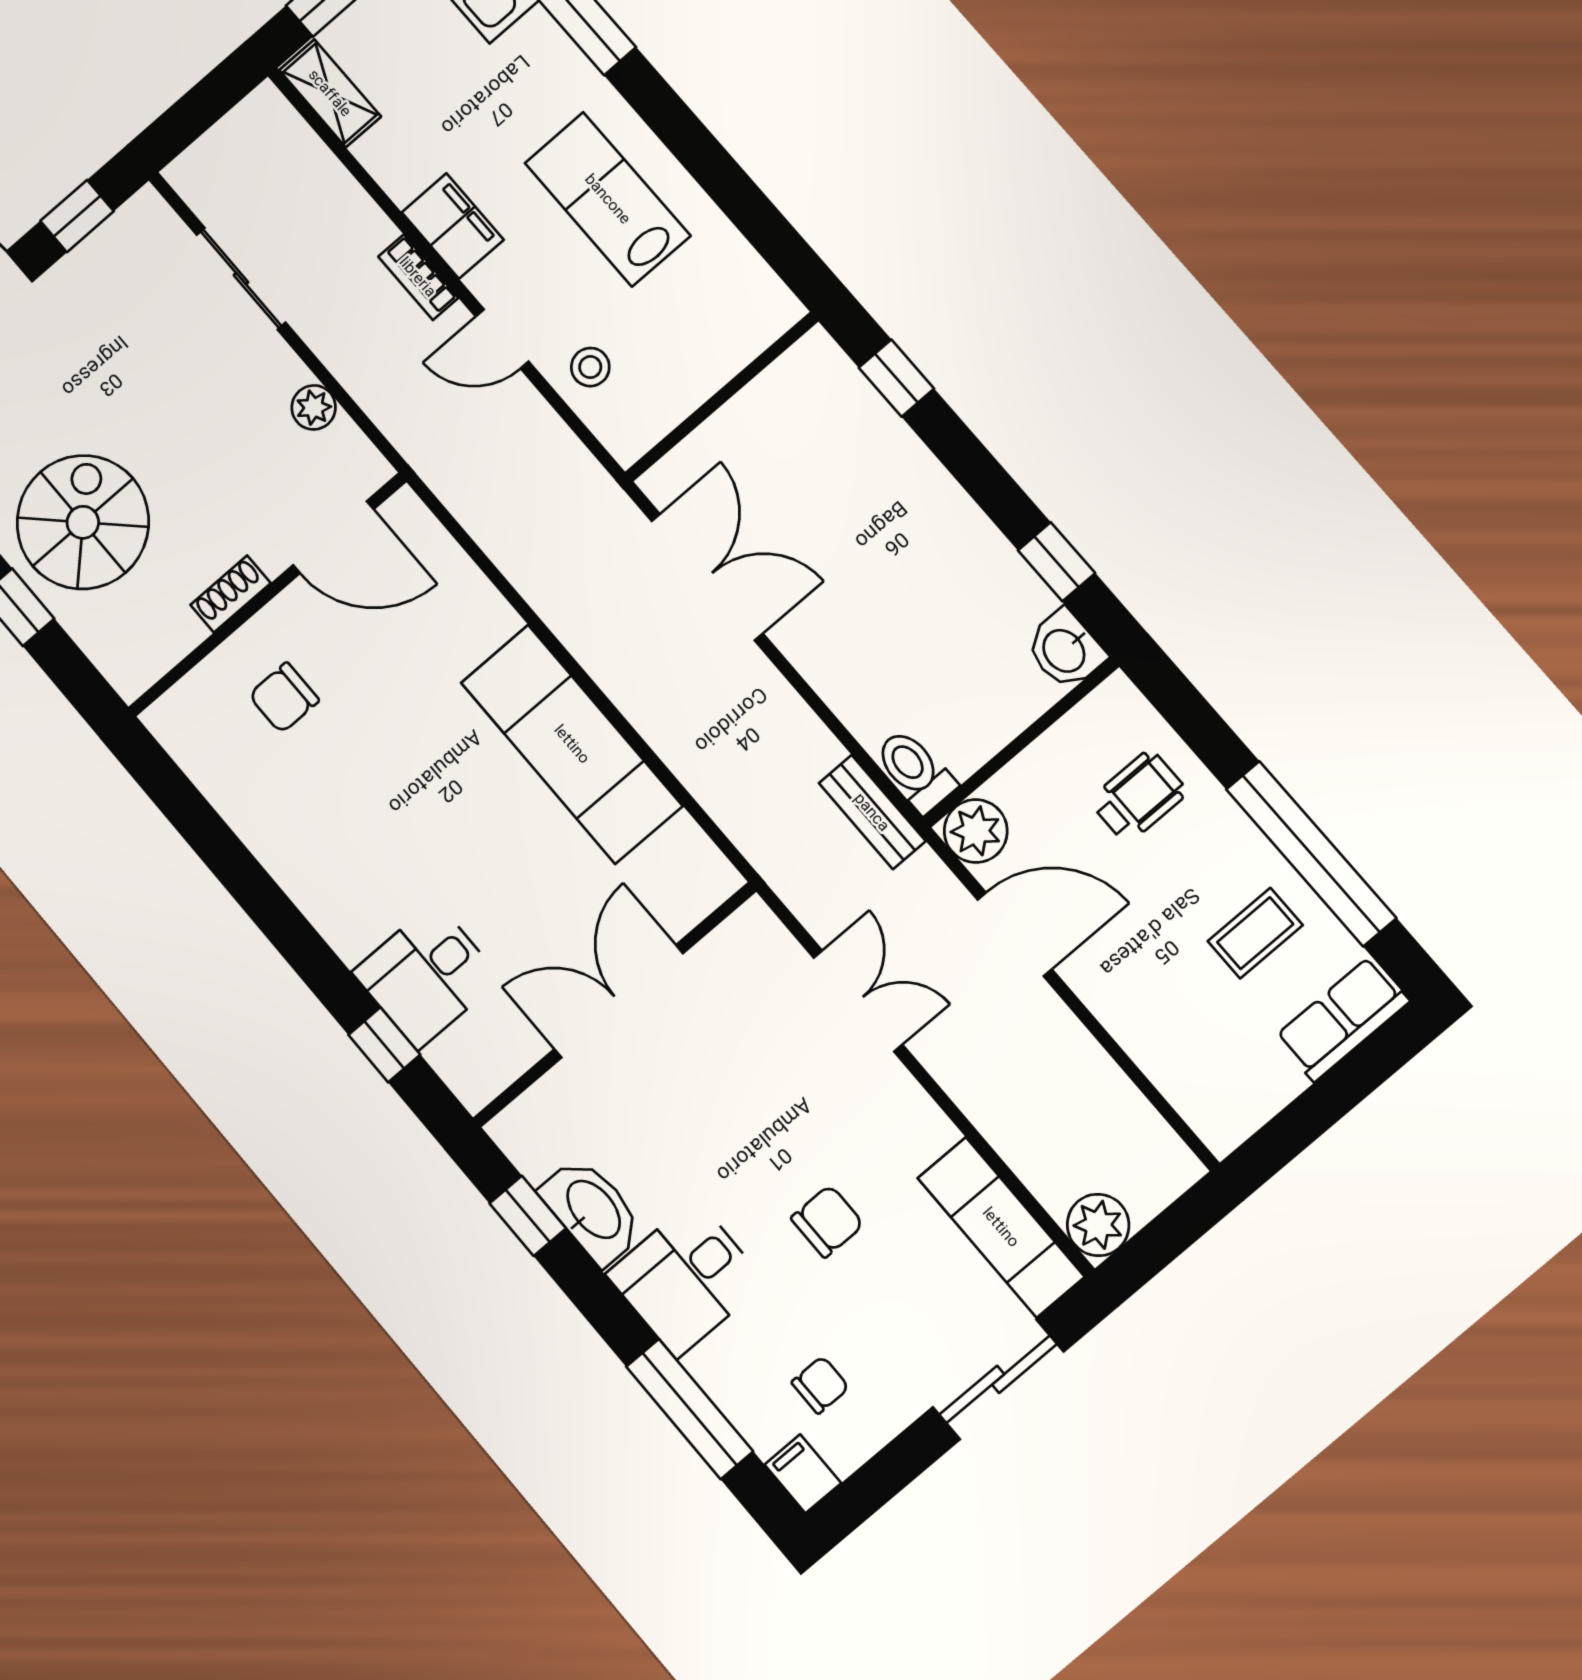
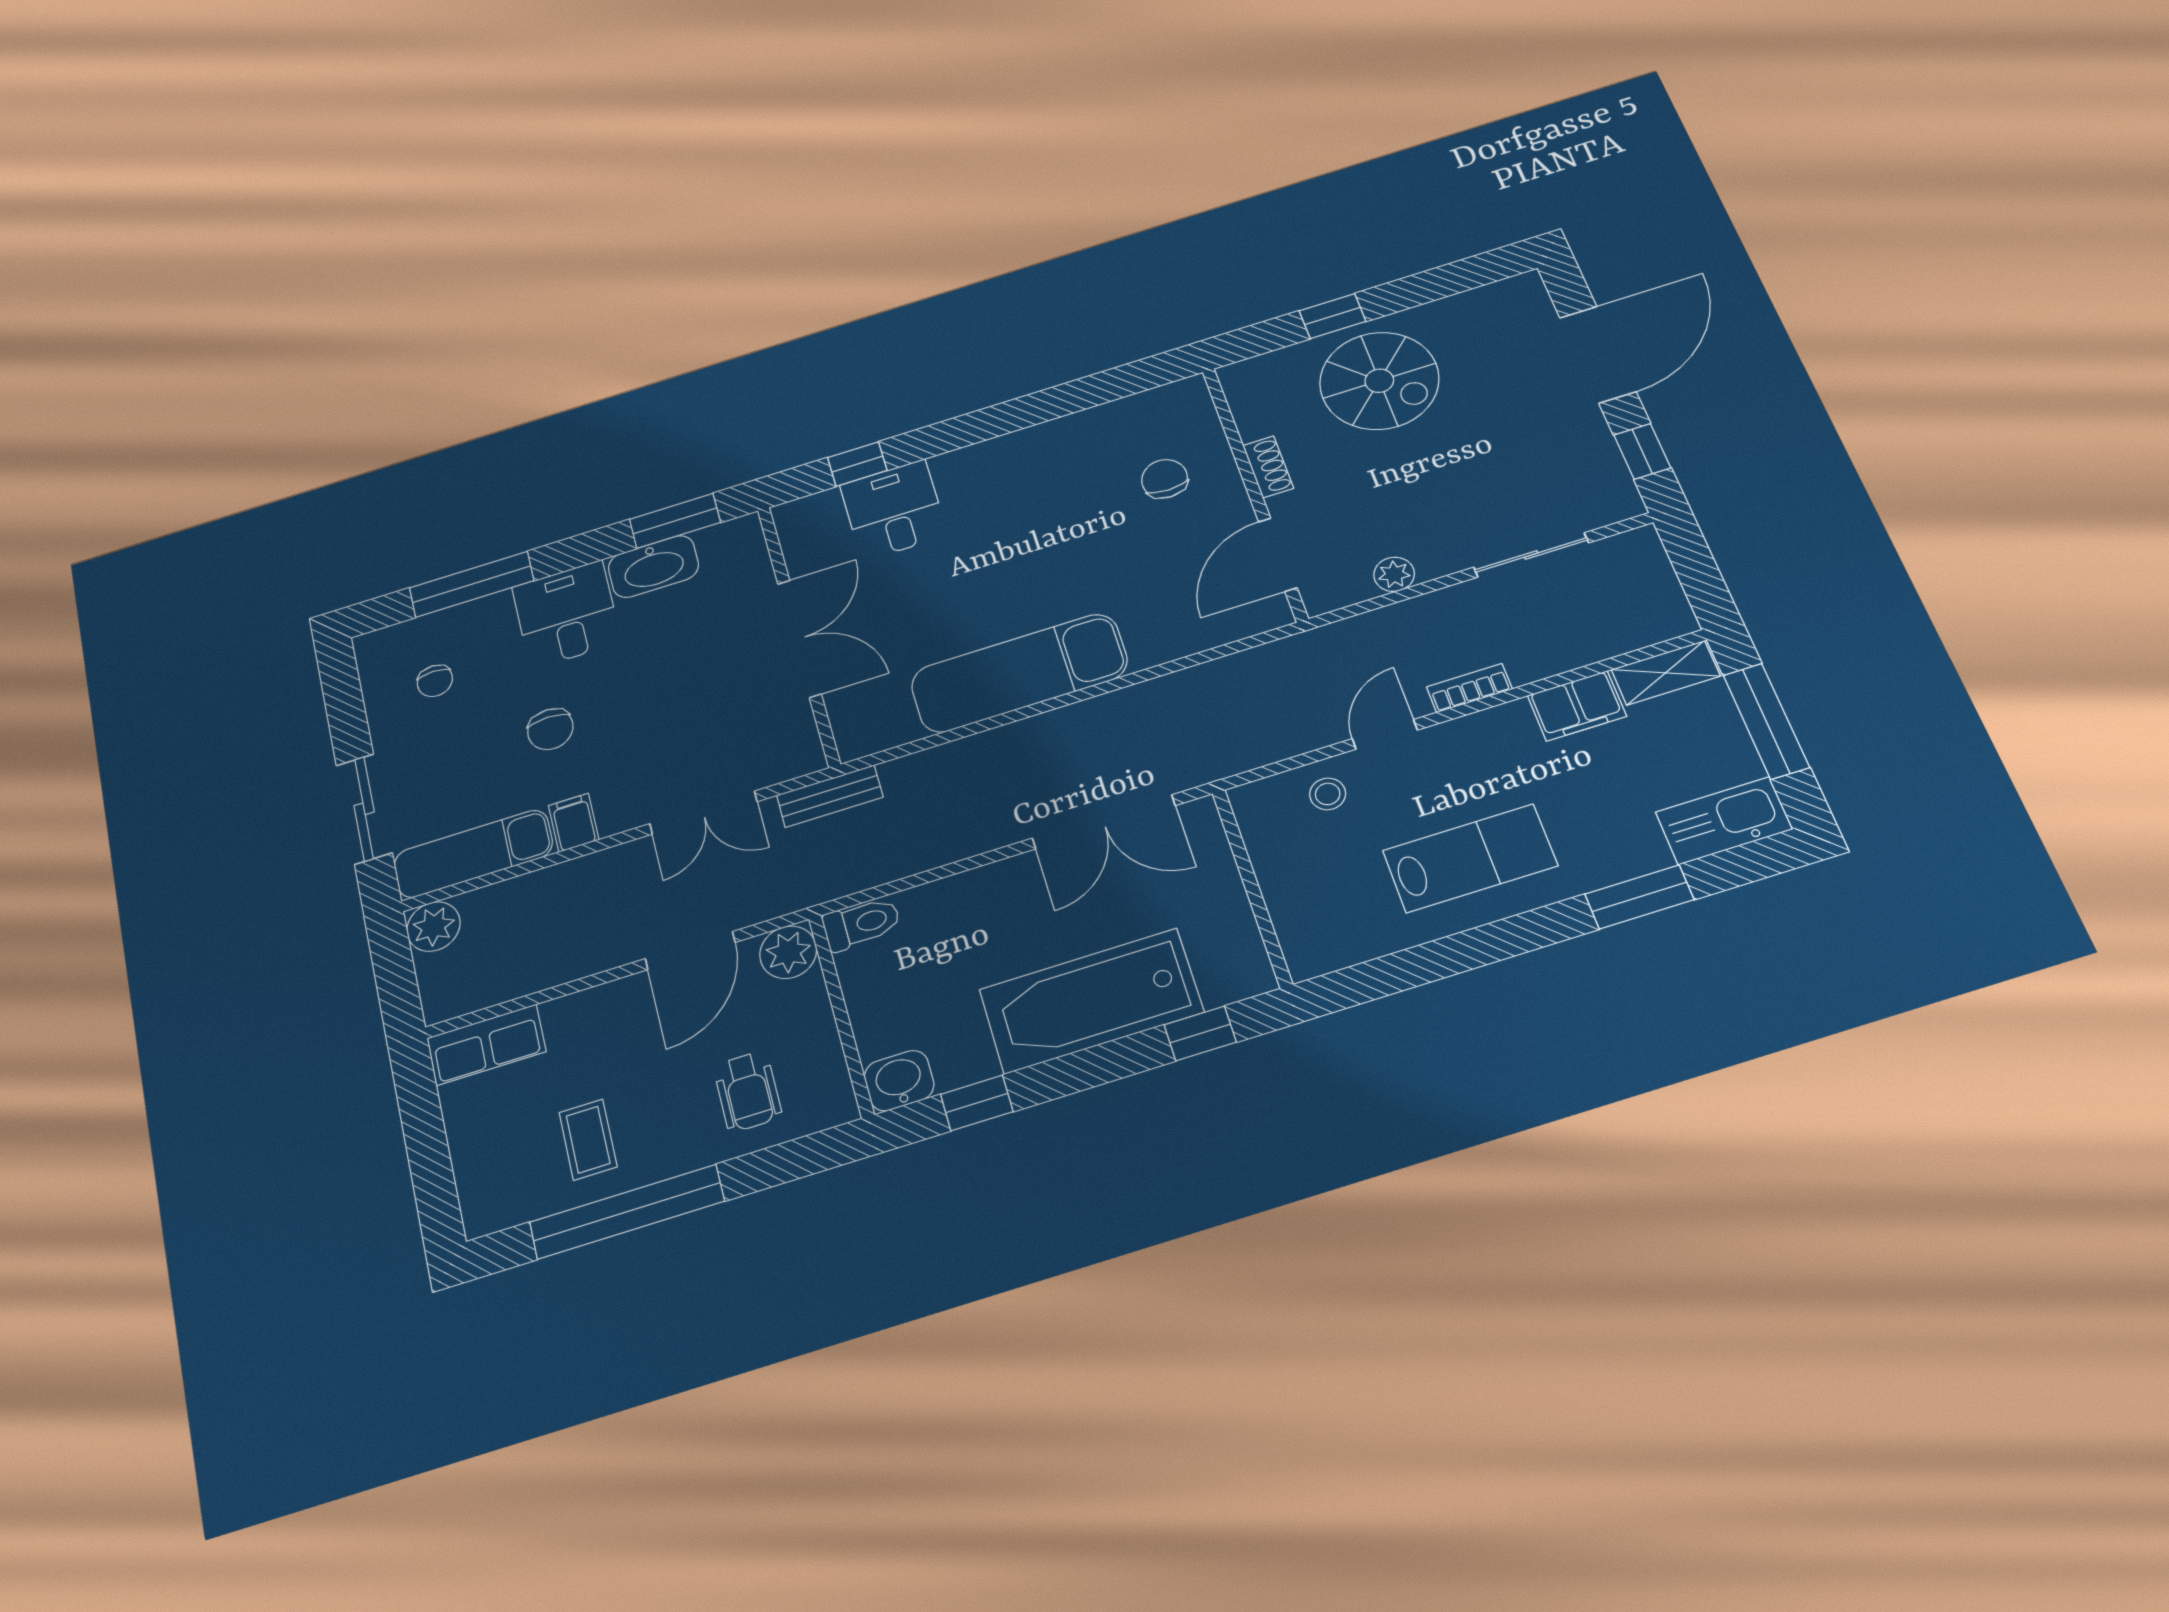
filing cabinet: (453, 226) -> (1577, 706), moved
bathtub: (905, 500) -> (1091, 1001), added
bench: (872, 812) -> (830, 796), moved
row of seats: (1342, 1019) -> (486, 1045), moved, turned 90
window: (528, 1216) -> (675, 521), width x1.50
filing cabinet: (803, 1474) -> (574, 823), moved, turned -90

